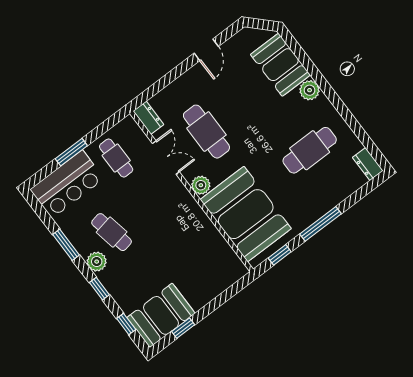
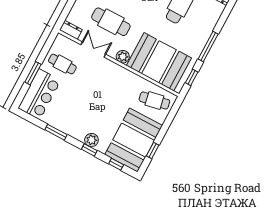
cafe table: (112, 232) -> (154, 101), moved
plant: (97, 262) -> (91, 140), moved
booth: (161, 315) -> (134, 140), width x1.36, depth x1.42

